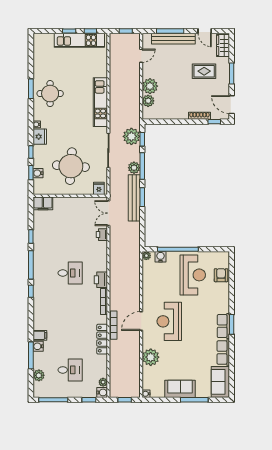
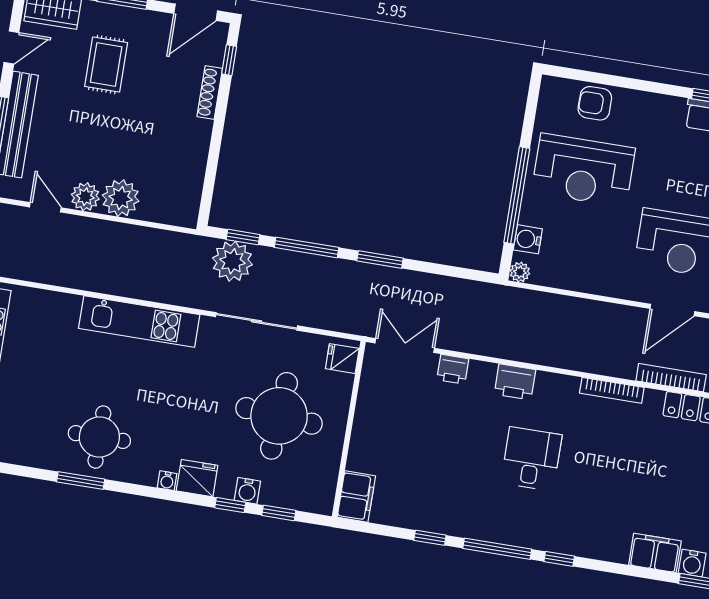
plant: (148, 101) -> (85, 197), moved
plant: (134, 168) -> (307, 267), removed
water cooler: (38, 173) -> (247, 491), moved
bench: (134, 198) -> (379, 279), removed
double door: (108, 213) -> (405, 346), swing flipped
reception desk: (193, 275) -> (583, 170), turned 180
printer: (101, 280) -> (515, 382), moved
door: (141, 321) -> (672, 310), hinge flipped
filing cabinet: (40, 335) -> (655, 553), width x2.00

